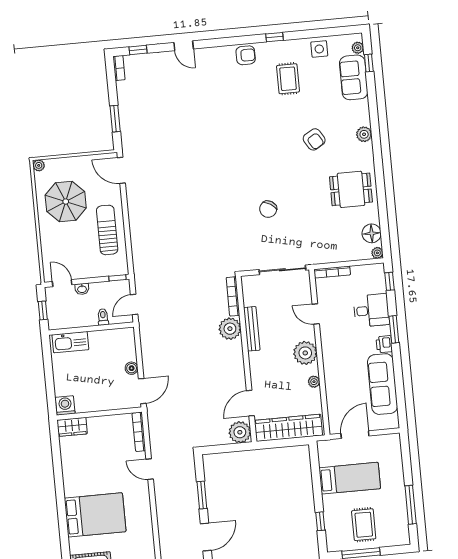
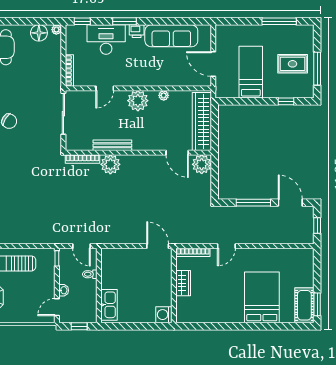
desk: (371, 310) -> (106, 39), width x1.37
boiler: (132, 368) -> (137, 254), removed
wardrobe: (72, 427) -> (183, 283), moved
window: (202, 495) -> (253, 203), width x1.44

